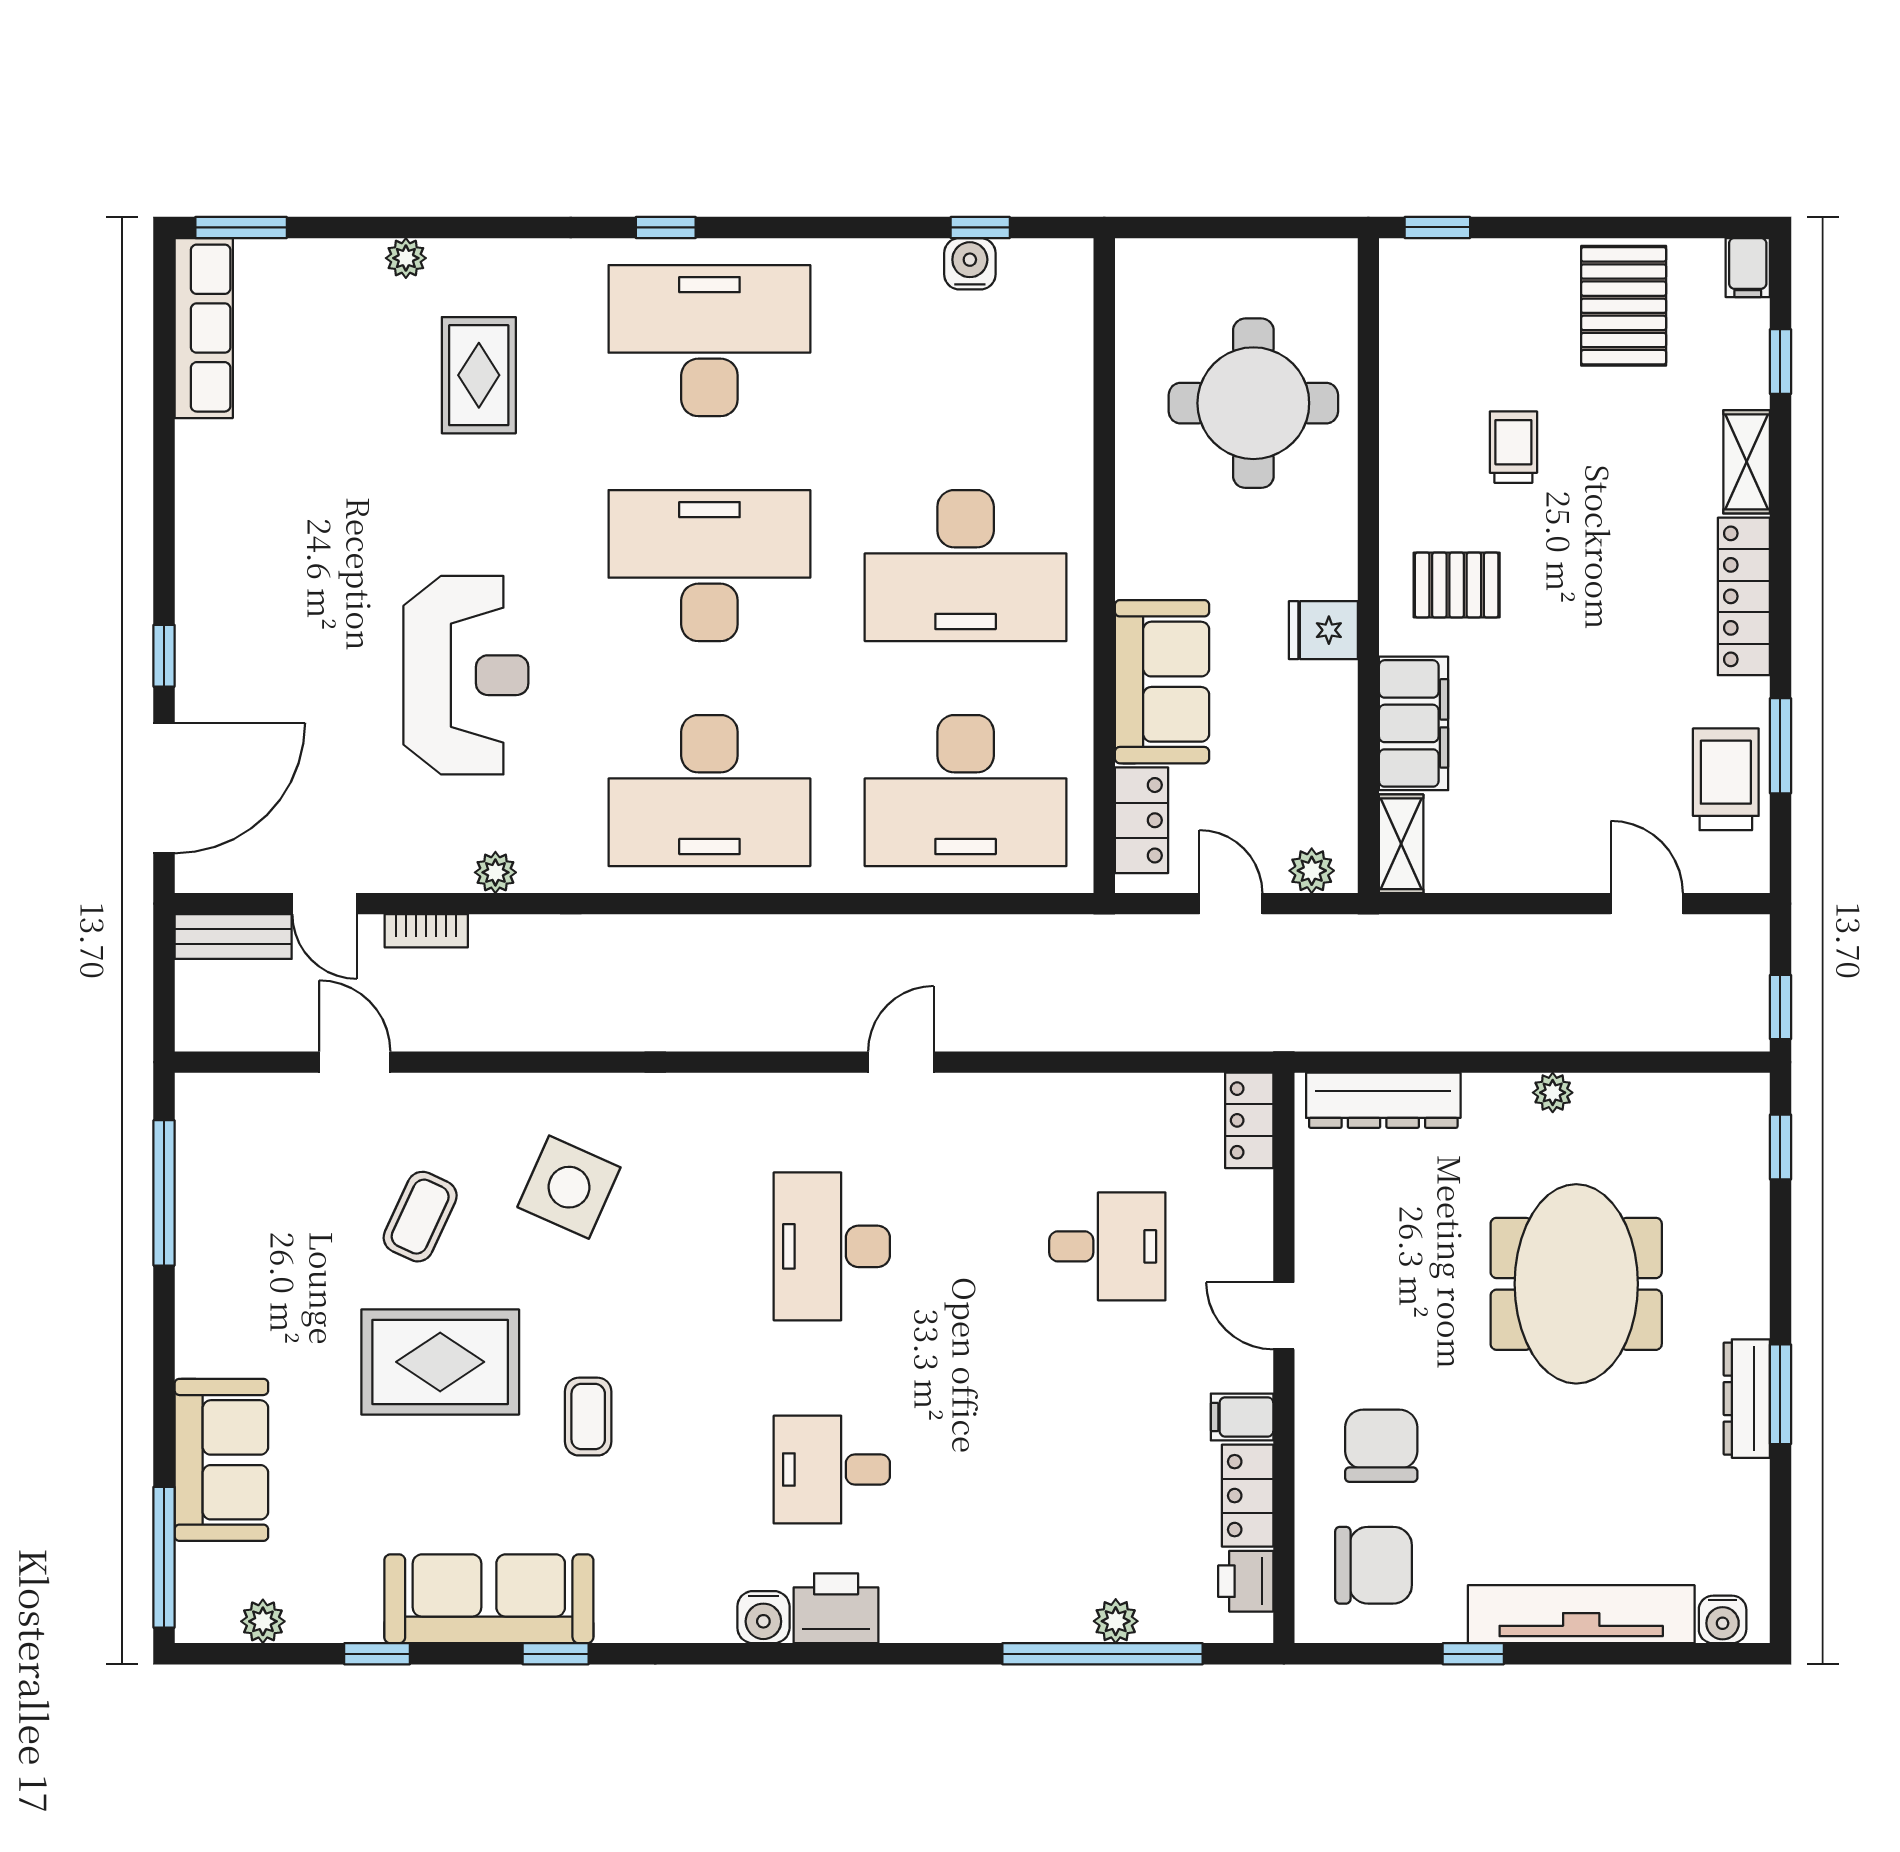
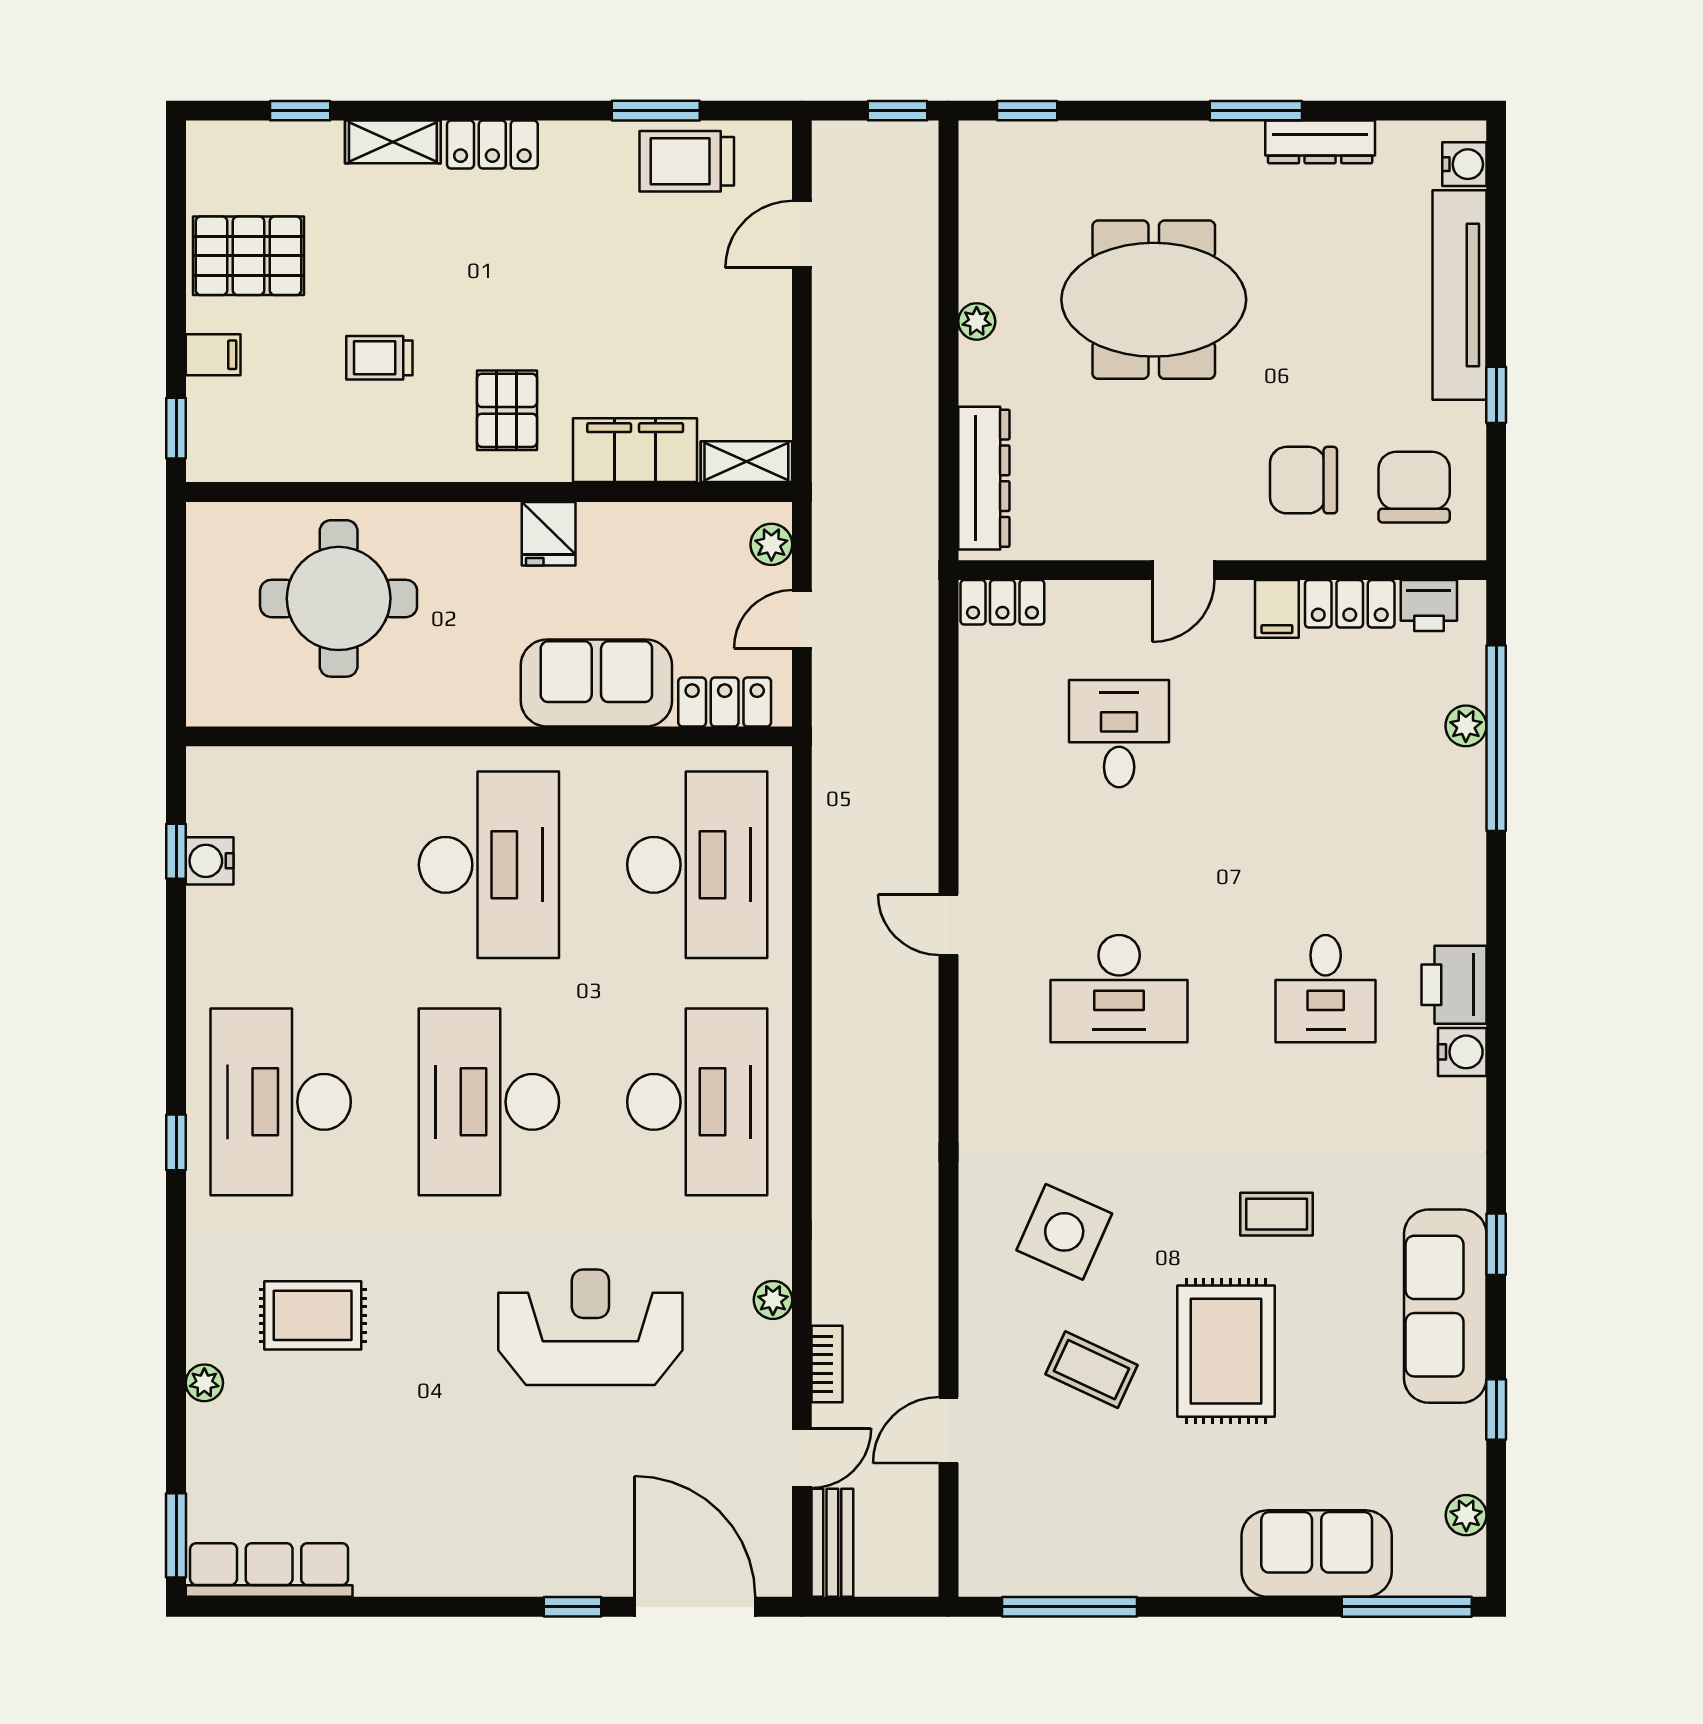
filing cabinet: (1748, 268) -> (213, 355), moved
locker: (1744, 596) -> (492, 145), width x0.66
dresser: (1747, 1399) -> (1320, 142), moved

